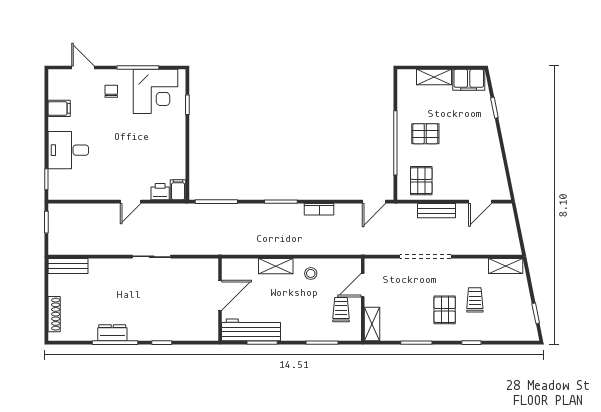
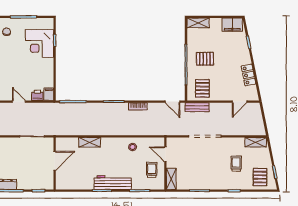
shelving: (434, 77) -> (198, 23), moved
corner desk: (155, 91) -> (40, 44), moved, turned 90
locker: (494, 159) -> (248, 75), added
door: (131, 202) -> (19, 102), swing flipped
door: (374, 202) -> (173, 102), hinge flipped
bench: (436, 211) -> (197, 107), moved
shelving: (276, 266) -> (90, 142), moved
door: (363, 285) -> (165, 154), hinge flipped
door: (220, 295) -> (55, 161), moved
wall: (220, 300) -> (55, 164), moved
pallet: (445, 310) -> (260, 177), moved
workbench: (251, 330) -> (113, 183), moved

